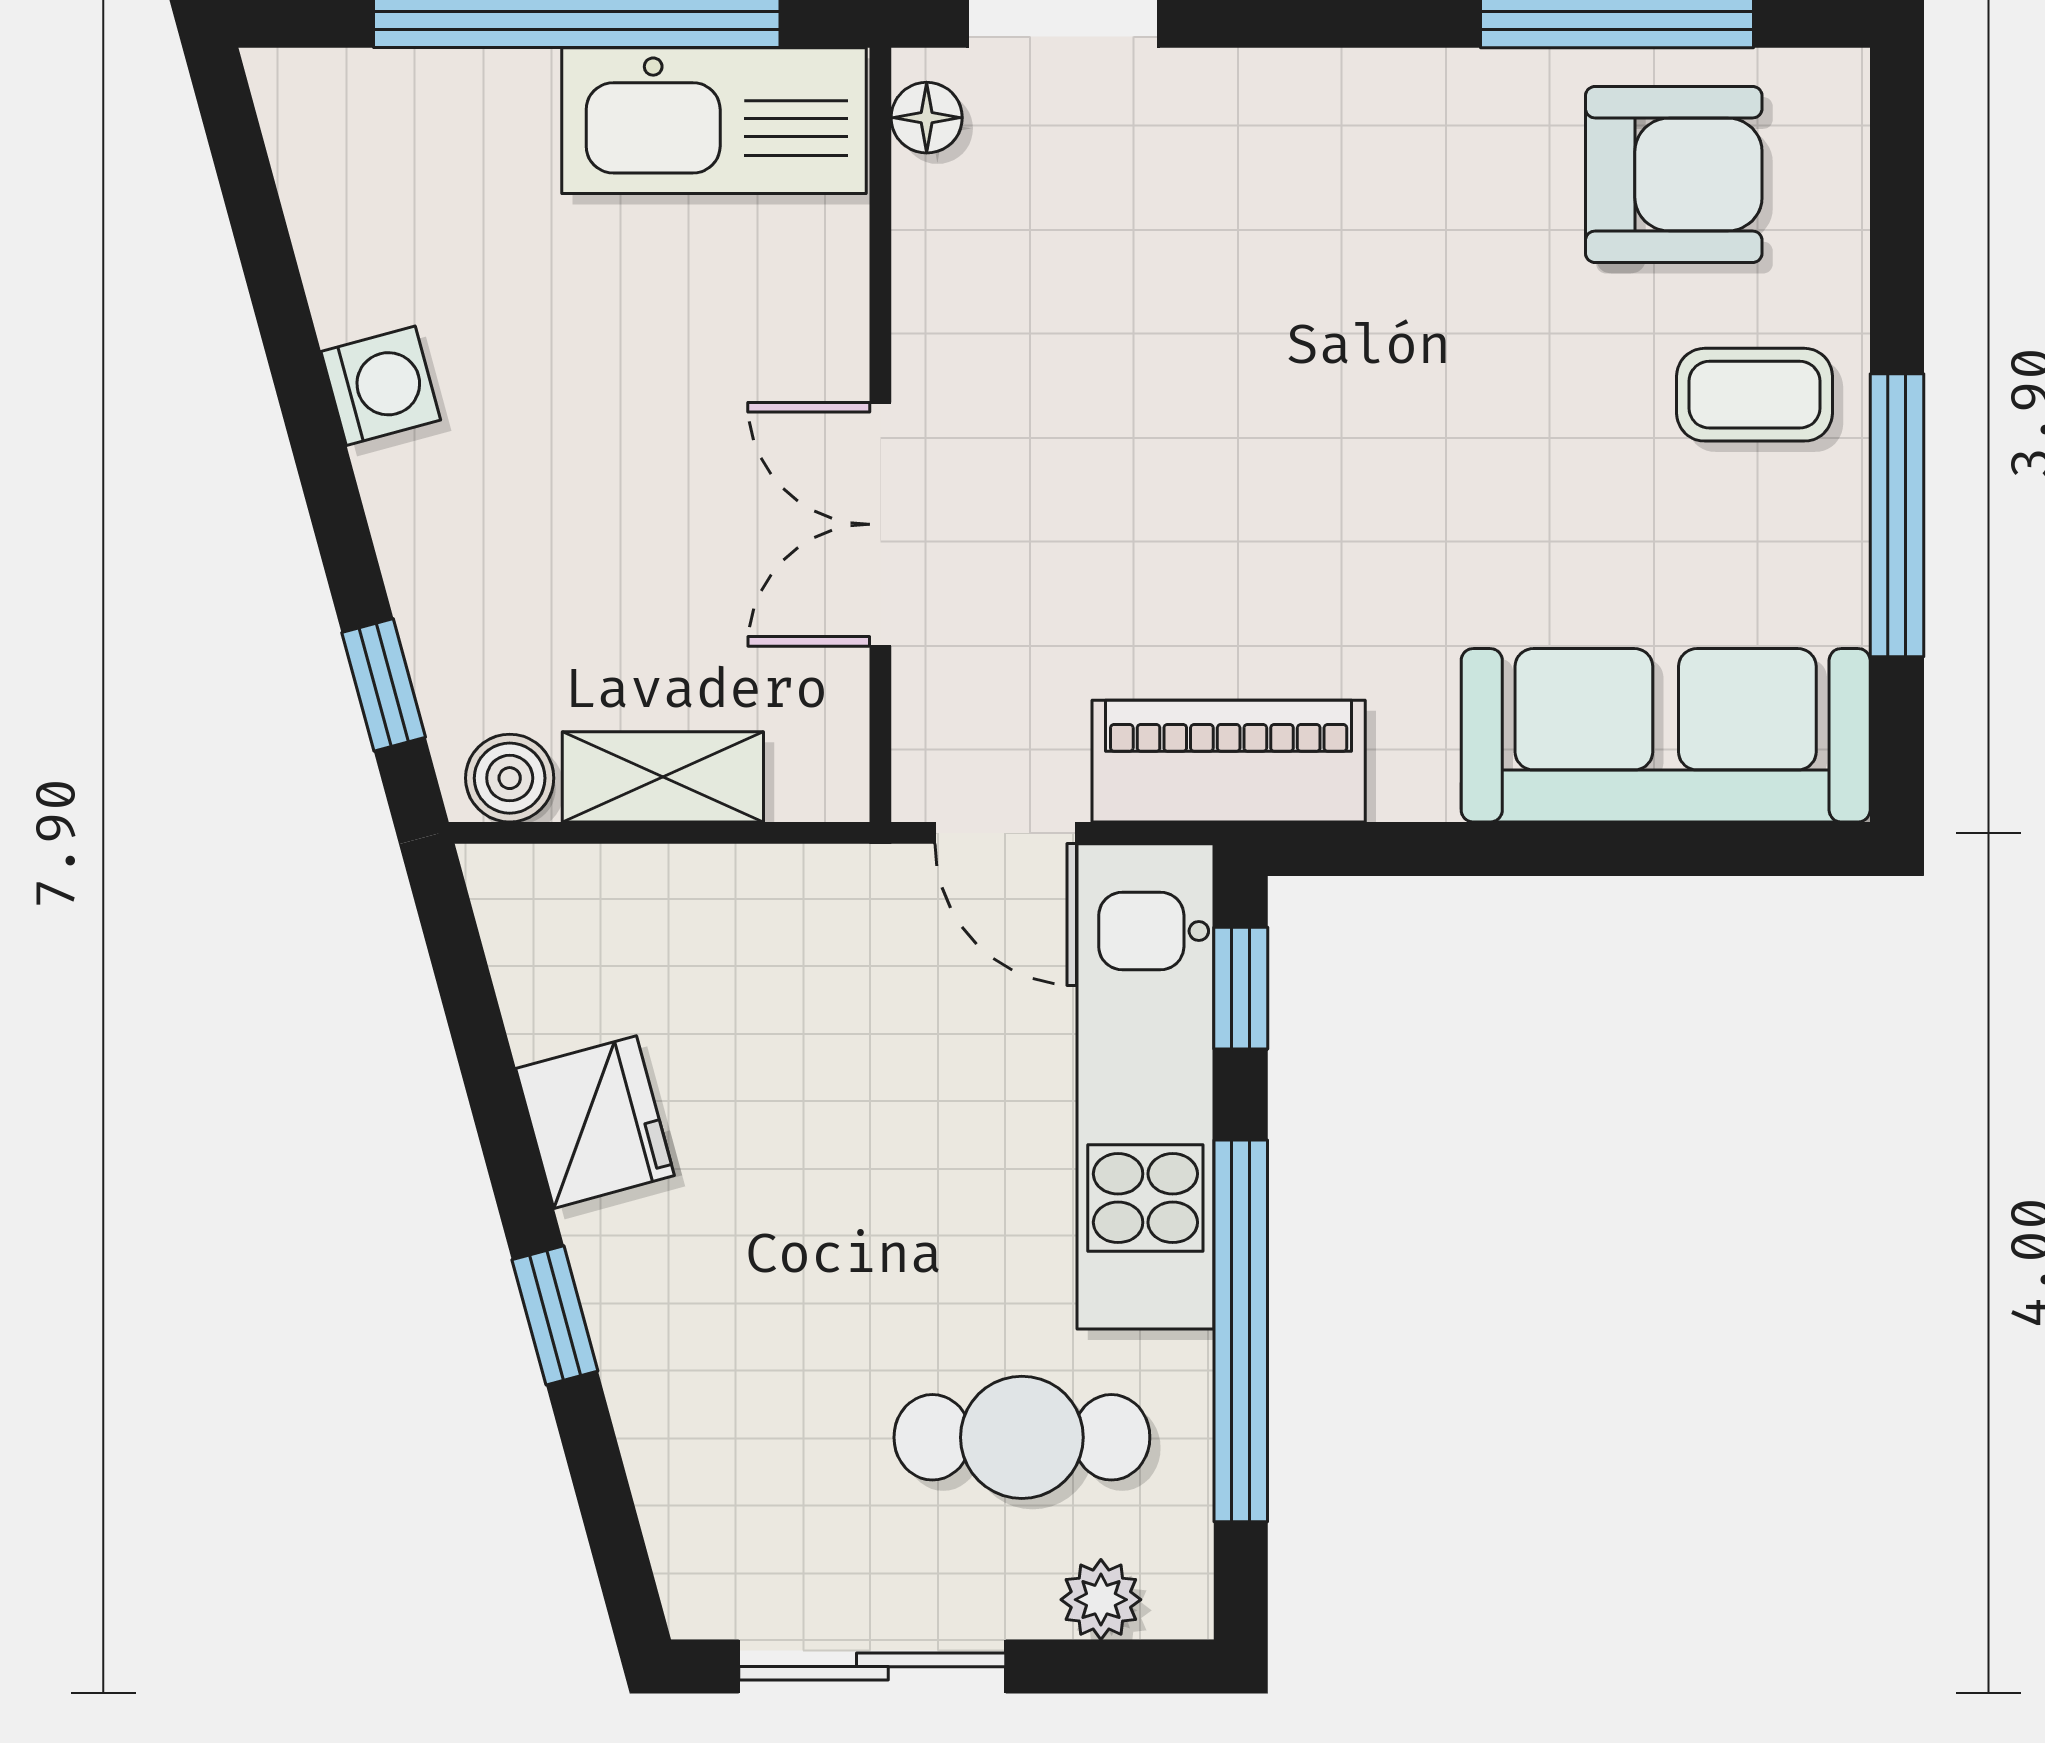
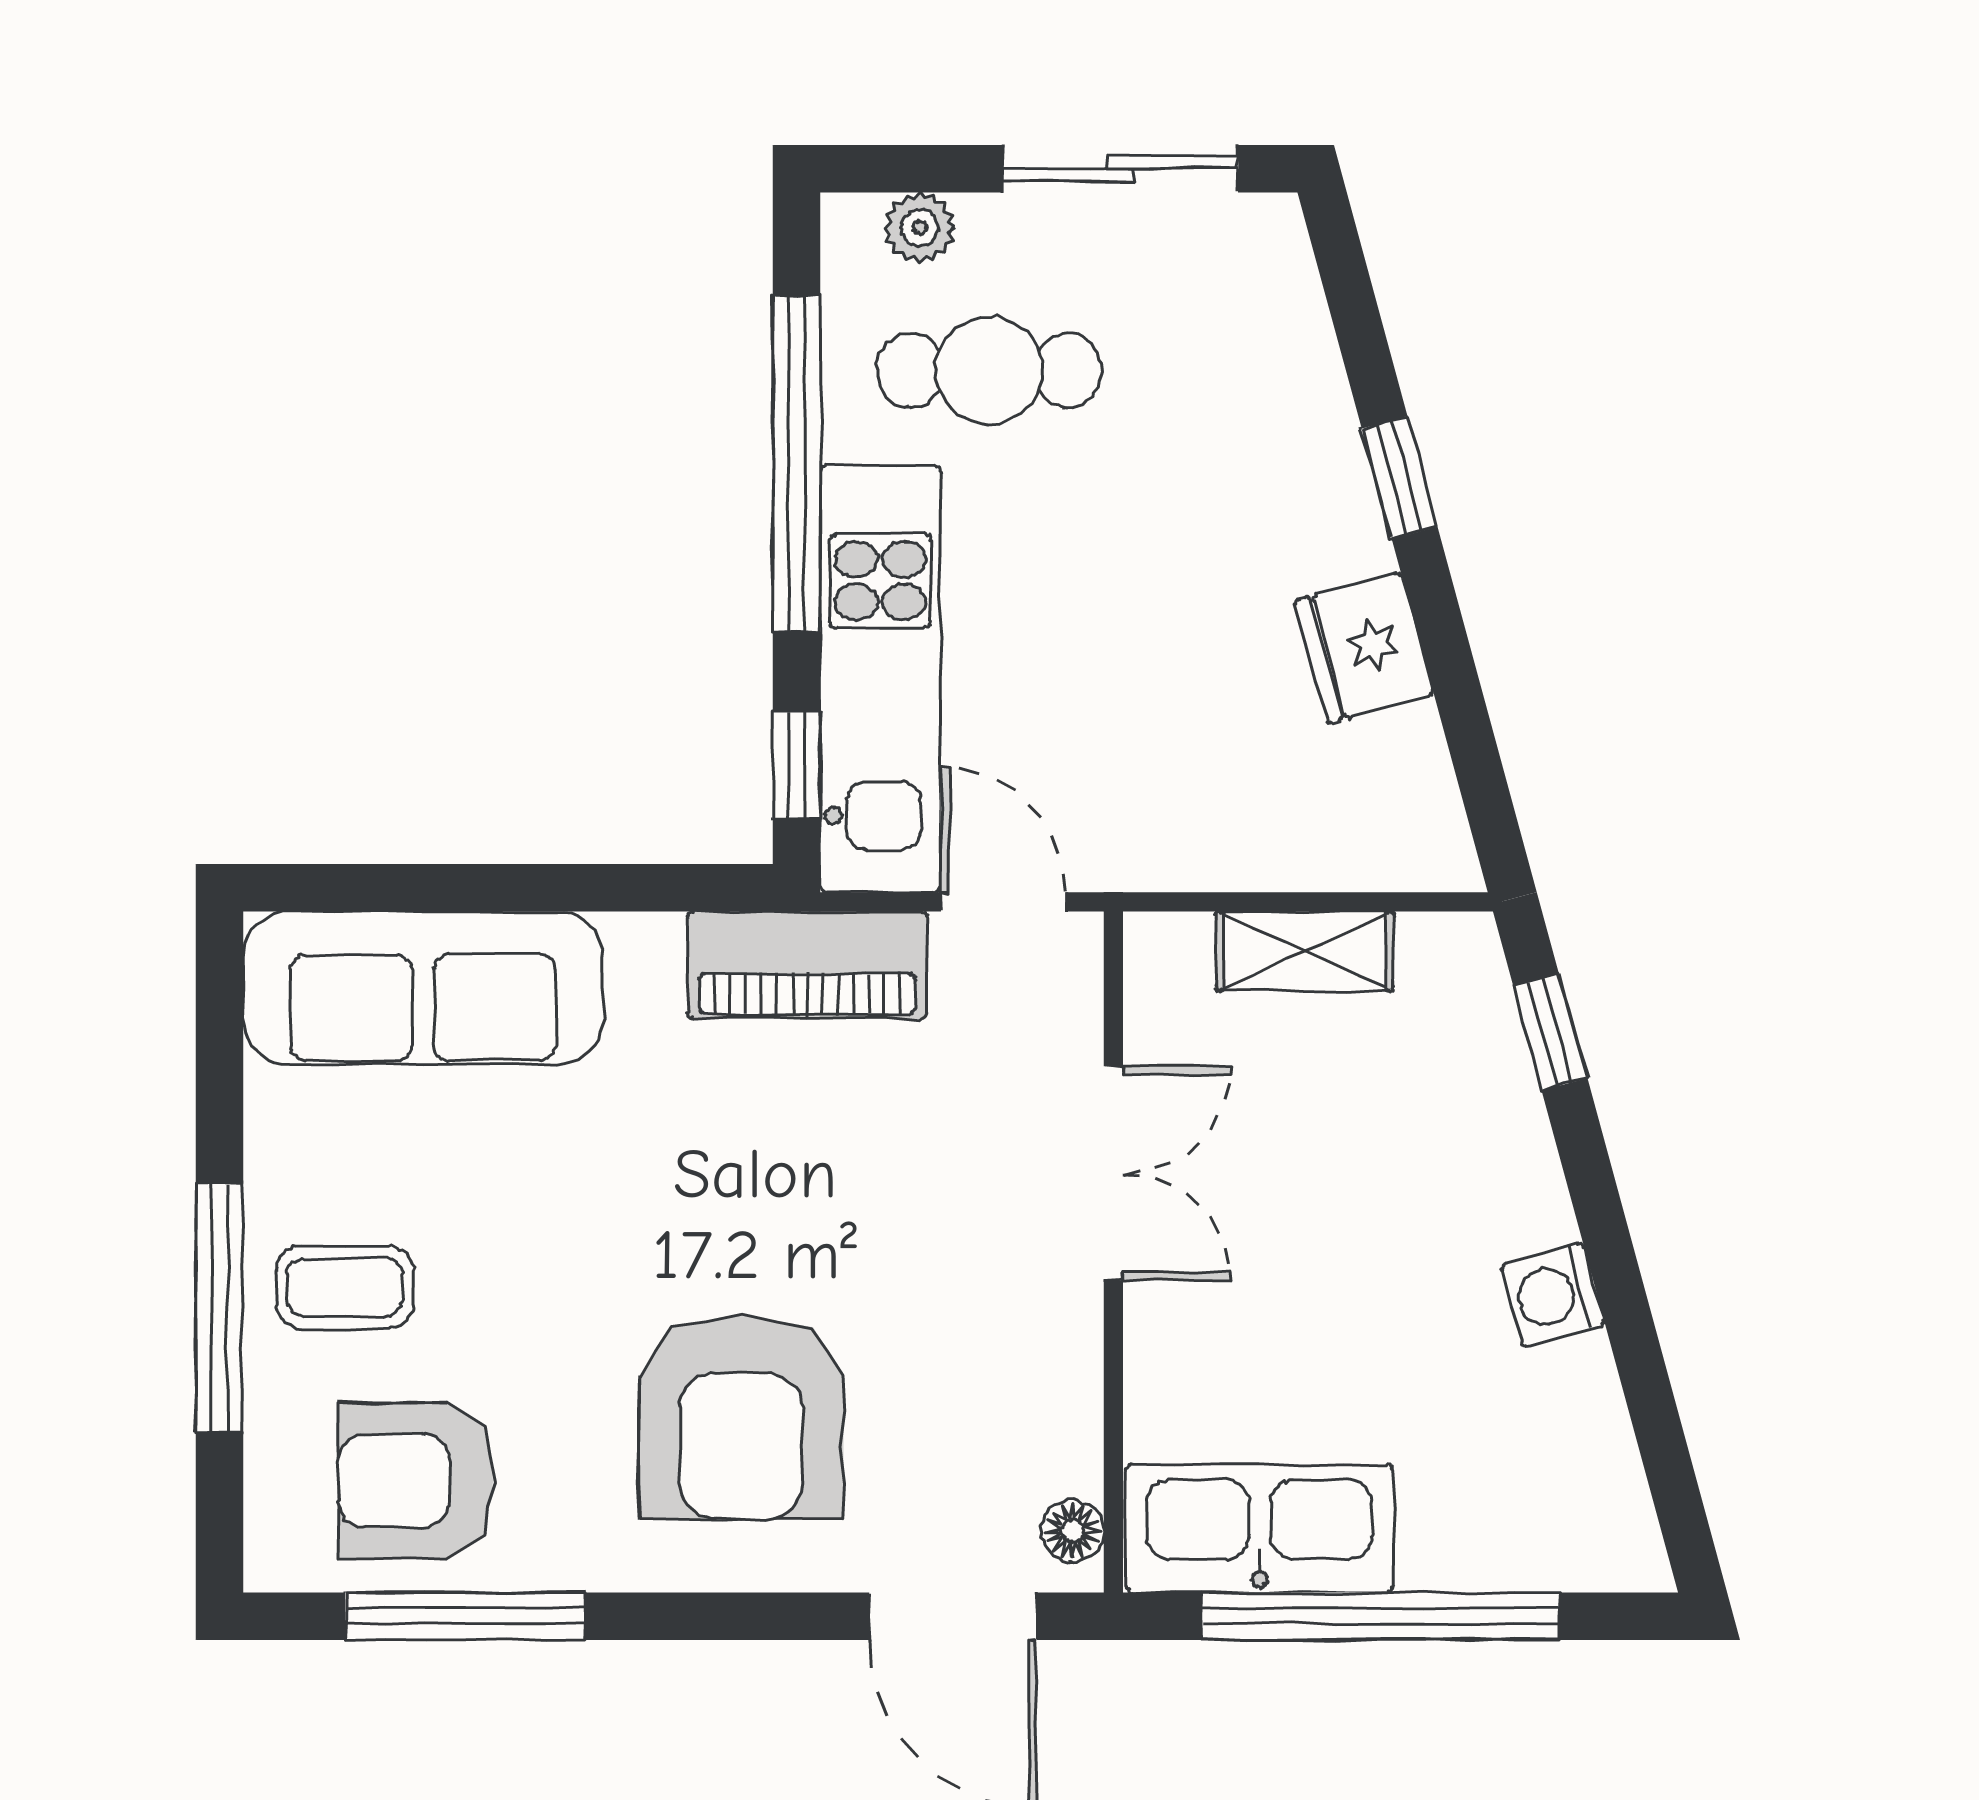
armchair: (1304, 247) -> (741, 1417), added
window: (1897, 515) -> (219, 1308), moved
boiler: (510, 778) -> (1439, 950), removed

